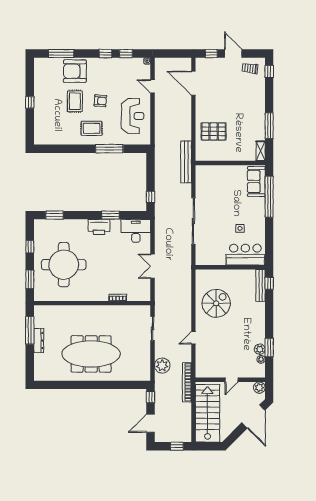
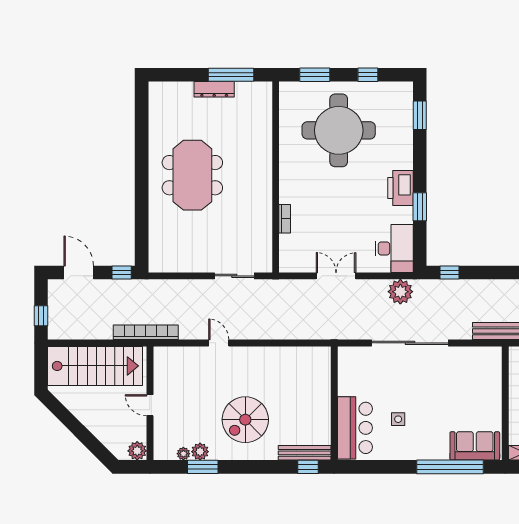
spiral stairs: (216, 303) -> (245, 420), moved, turned 90
meeting table: (91, 354) -> (192, 175), width x0.73
plant: (162, 366) -> (400, 292), moved
door: (253, 416) -> (90, 441), removed

